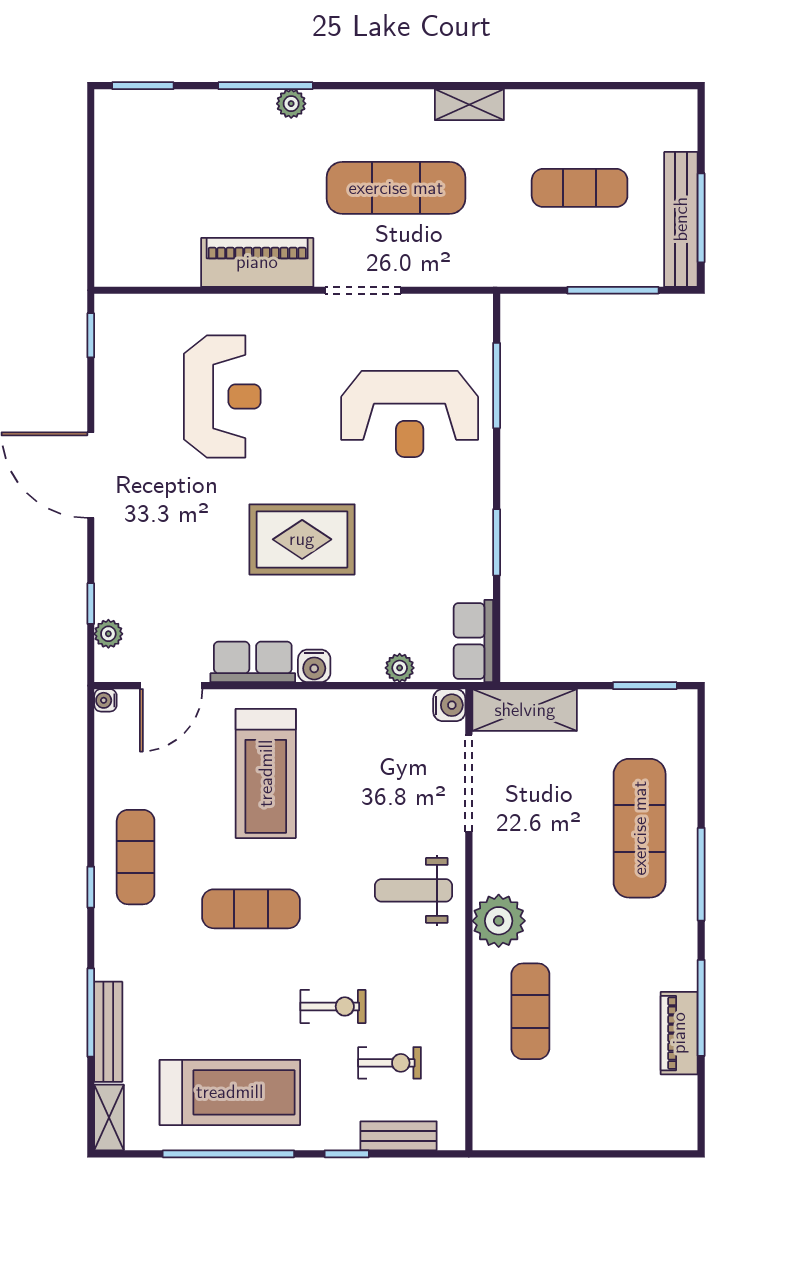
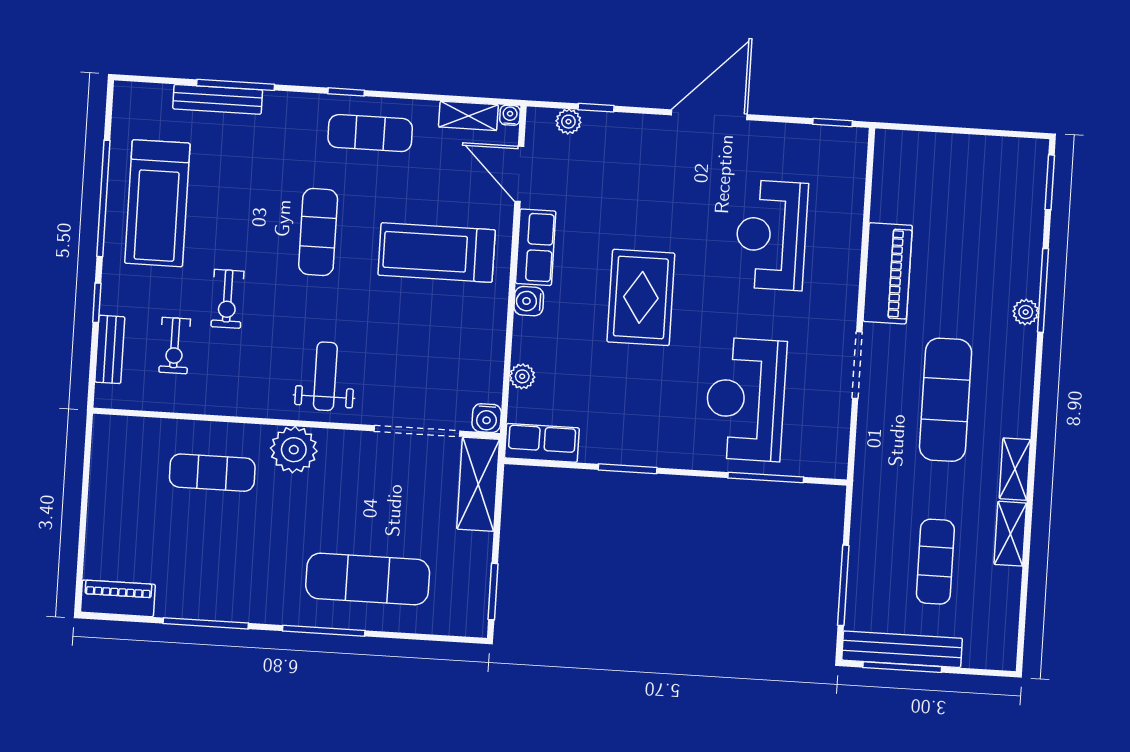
shelving: (543, 105) -> (1010, 534), added
reception desk: (222, 397) -> (771, 235), turned 90
piano: (679, 1033) -> (118, 598), moved
shelving: (109, 1117) -> (468, 116), moved

